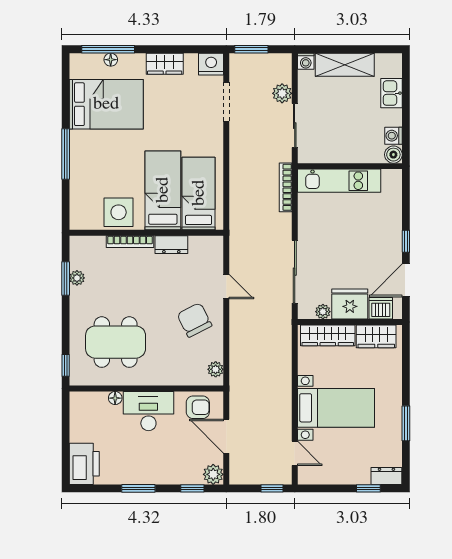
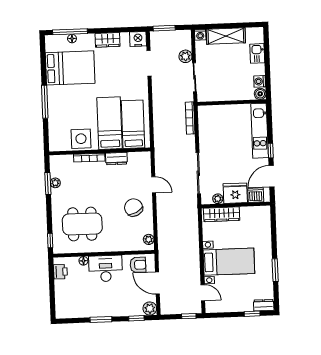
kitchen unit: (339, 181) -> (260, 131), moved, turned 90
wardrobe: (376, 336) -> (253, 214), removed
printer: (84, 464) -> (60, 272), moved, width x0.53, depth x0.68

